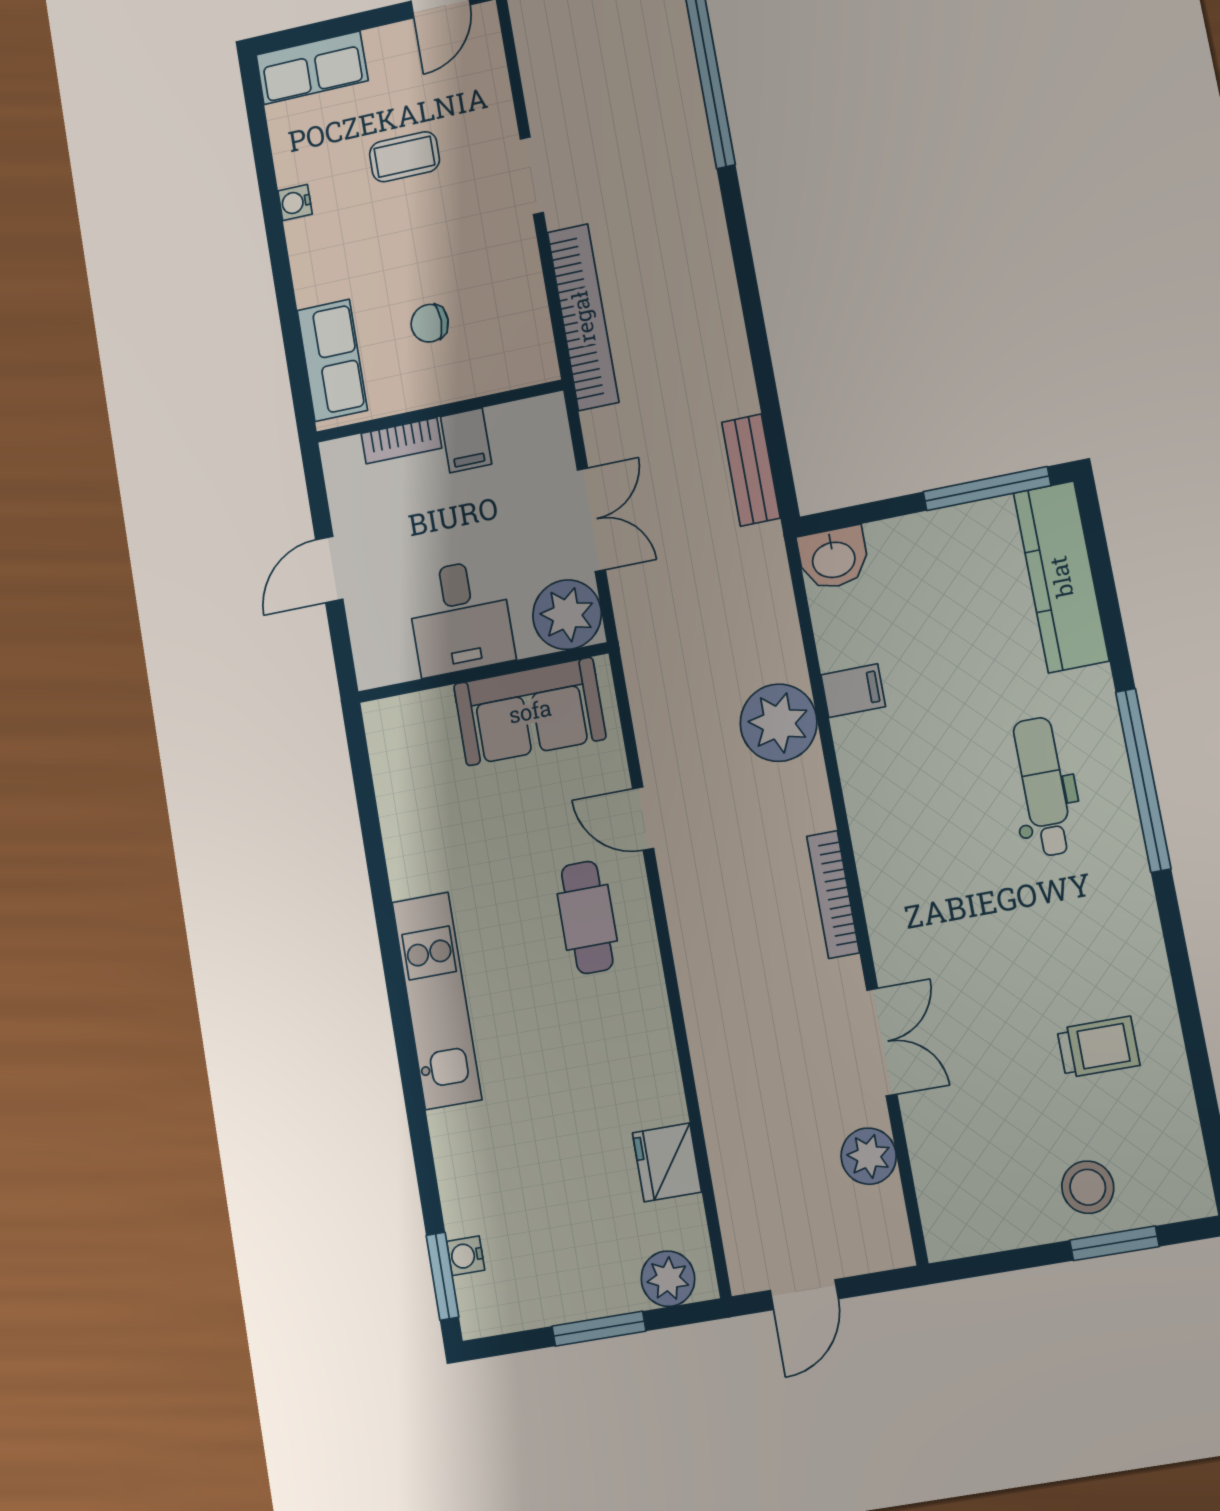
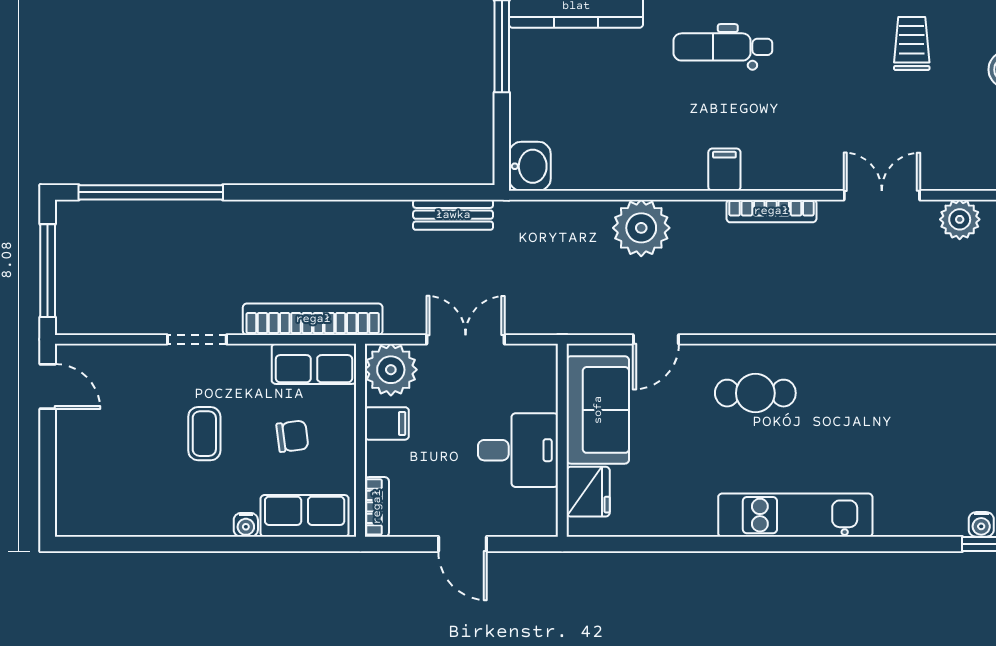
row of seats: (312, 68) -> (314, 364), moved, turned 90
coffee table: (404, 157) -> (204, 434), moved
water cooler: (295, 202) -> (246, 525), moved
chair: (430, 323) -> (292, 436), turned -97
bookcase: (401, 441) -> (377, 507), moved
plant: (567, 615) -> (391, 370), moved
filing cabinet: (853, 691) -> (724, 170), moved
door: (643, 818) -> (656, 339), moved
fridge: (667, 1162) -> (588, 492), moved, turned -90

